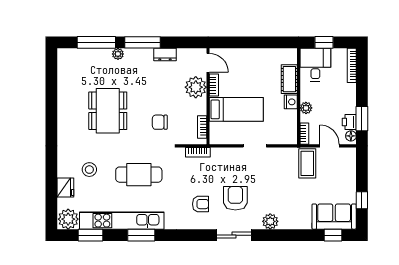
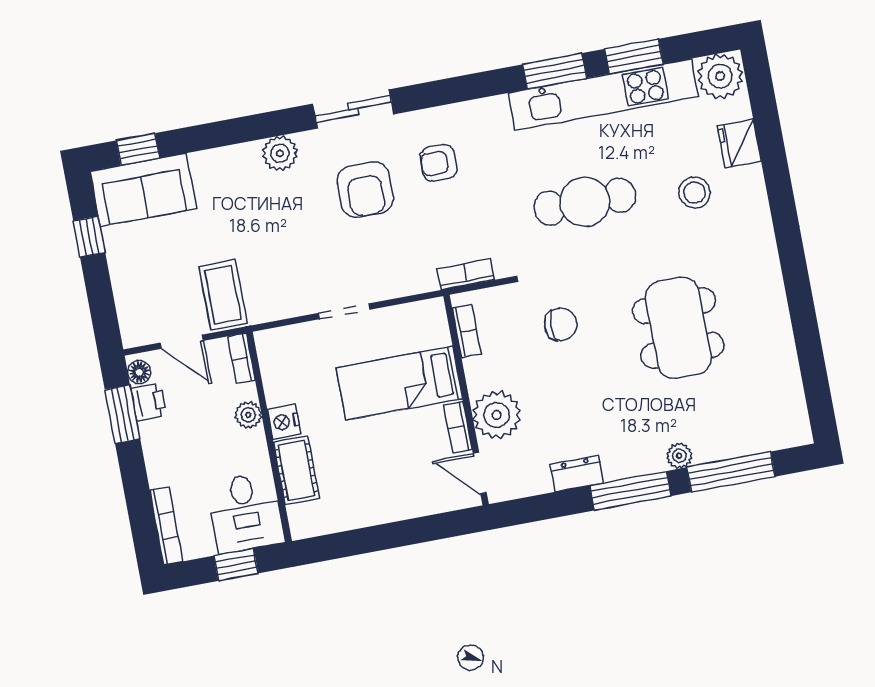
window: (91, 235) -> (634, 56), moved

